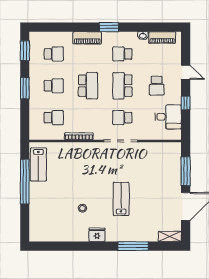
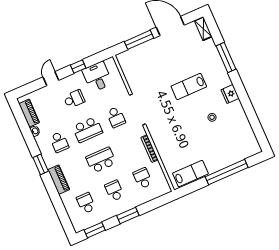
window: (25, 182) -> (227, 172), moved

